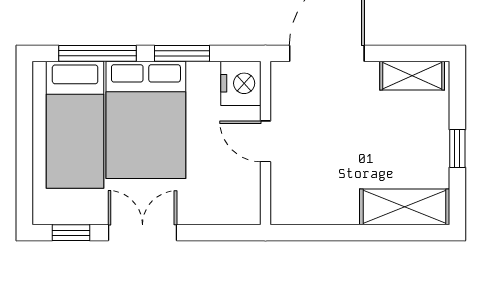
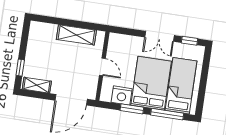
nightstand: (241, 83) -> (122, 96), moved, turned -90
window: (457, 148) -> (20, 68), moved
shelving: (405, 207) -> (76, 35), moved

